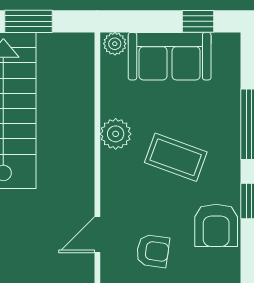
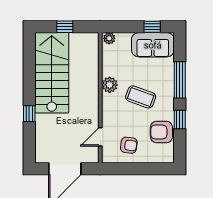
window: (29, 21) -> (65, 27), width x0.67
sofa: (170, 56) -> (153, 45), moved
armchair: (216, 225) -> (161, 132), turned 90

